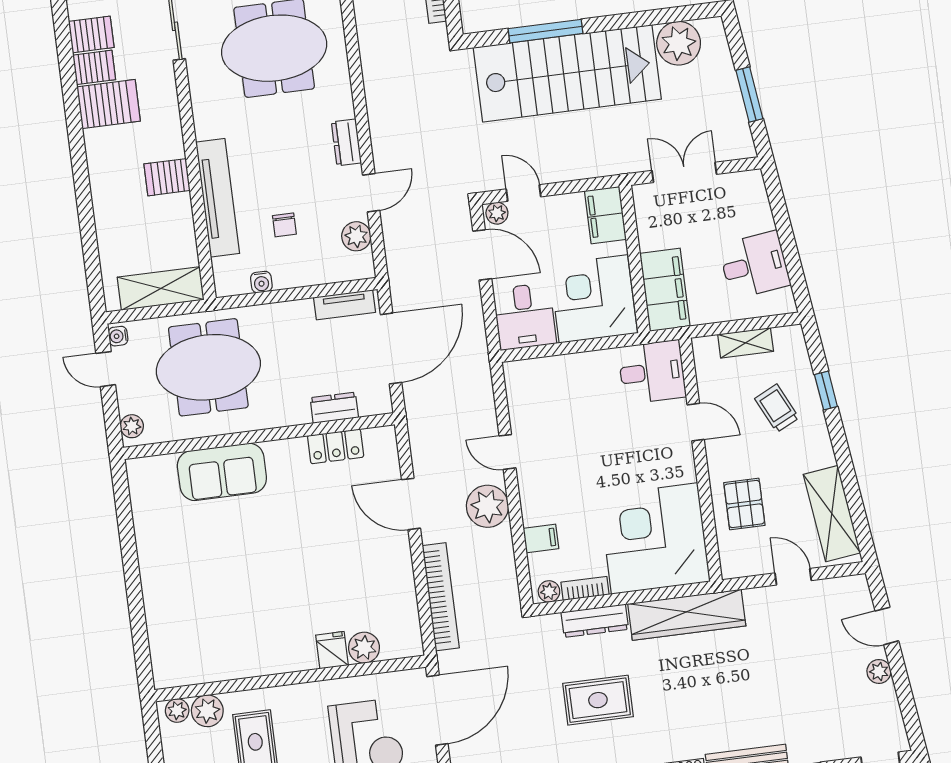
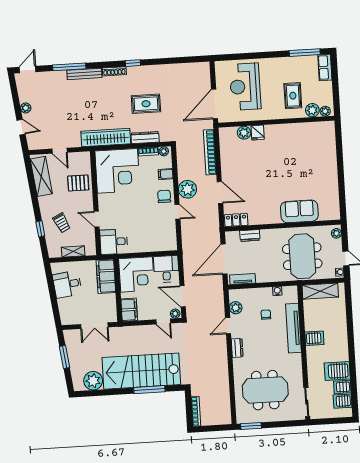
meeting table: (208, 367) -> (302, 256), turned 90
locker: (336, 446) -> (236, 220), moved
chair: (541, 486) -> (164, 196), added
pallet: (744, 504) -> (78, 183), turned 90

